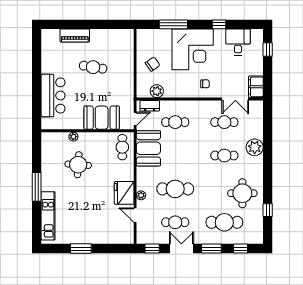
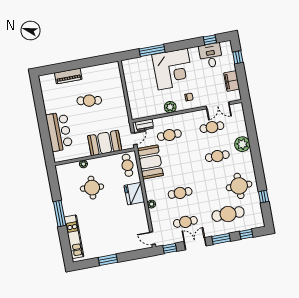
window: (219, 24) -> (210, 40), moved
chair: (153, 64) -> (140, 88), removed
filing cabinet: (256, 87) -> (232, 81), moved
plant: (157, 91) -> (170, 107), moved
cafe table: (175, 189) -> (180, 193), width x0.73, depth x0.74
fridge: (124, 193) -> (134, 194), moved
door: (135, 215) -> (152, 238), moved

